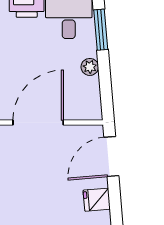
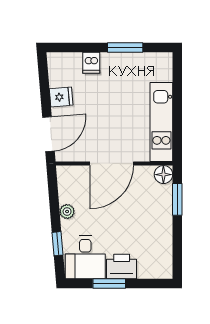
window: (101, 30) -> (58, 244), width x0.67

